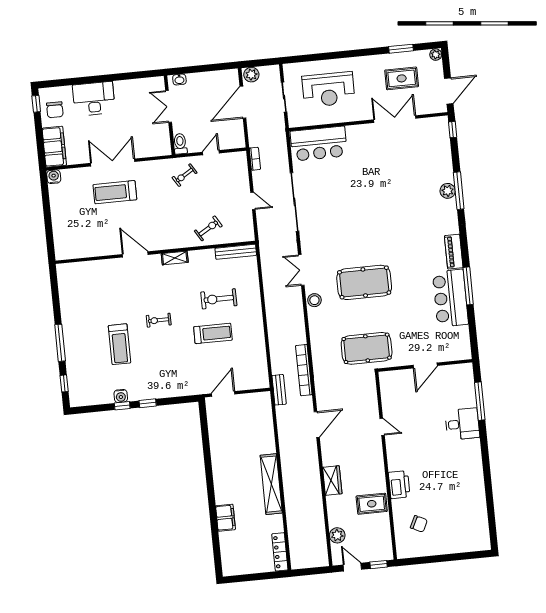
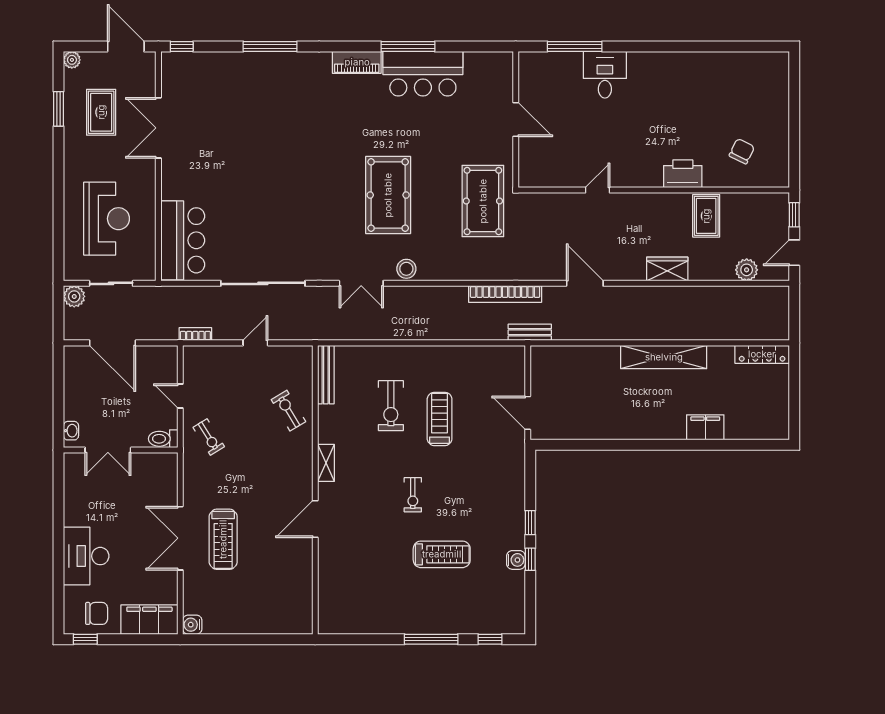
plant: (251, 75) -> (74, 296), moved
plant: (448, 191) -> (269, 62), removed

